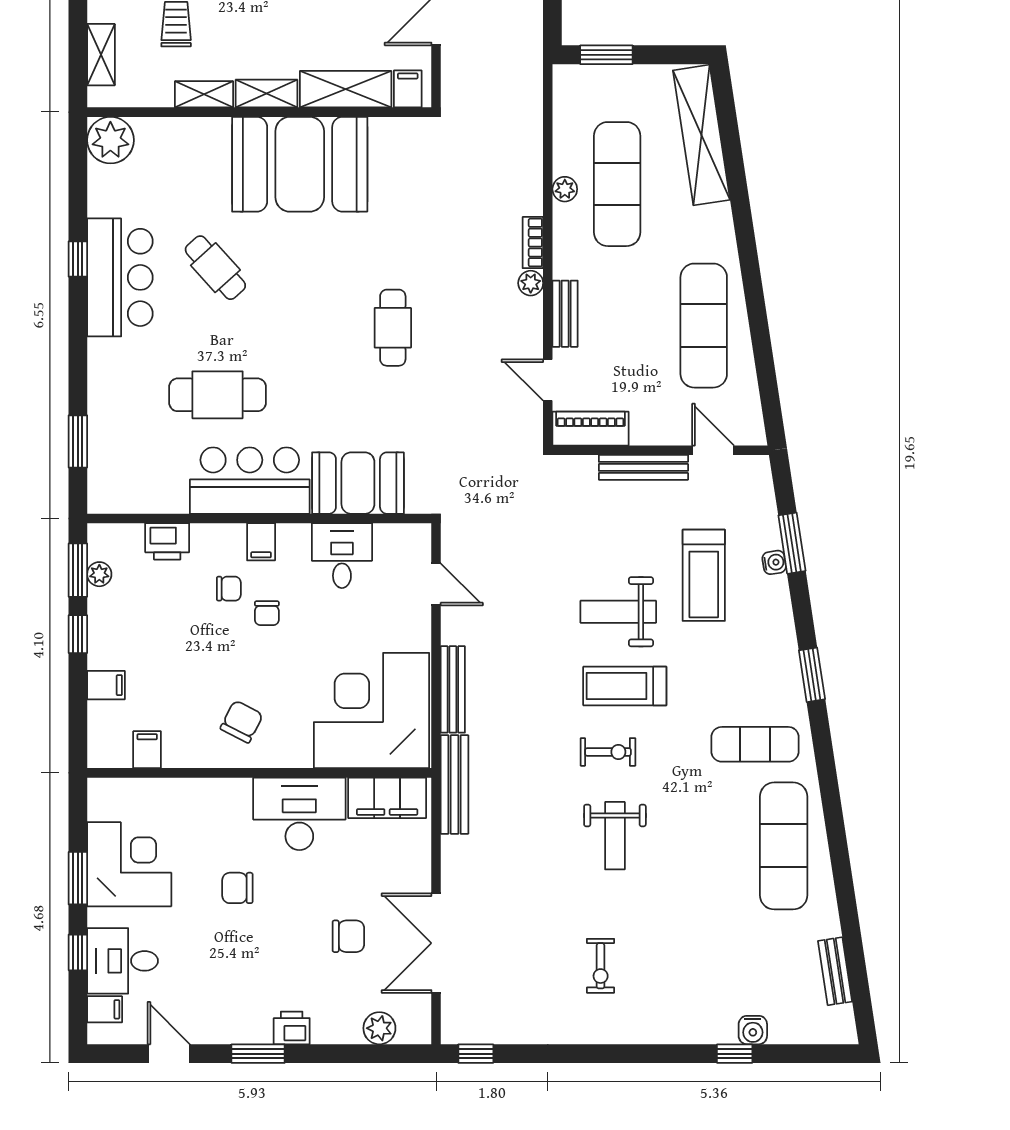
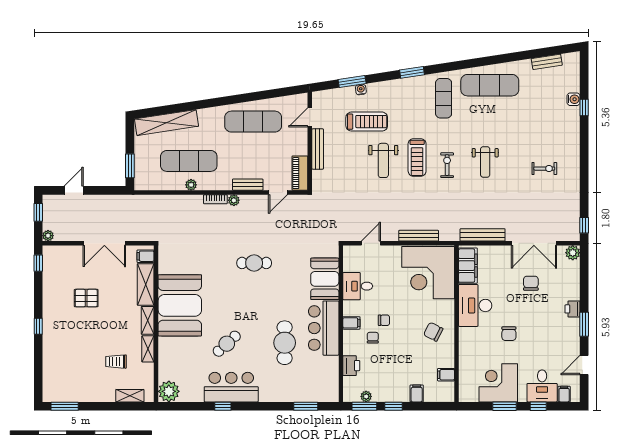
bench: (455, 785) -> (483, 235), moved
weight bench: (615, 836) -> (485, 162), turned 90
plant: (379, 1028) -> (573, 253), moved

